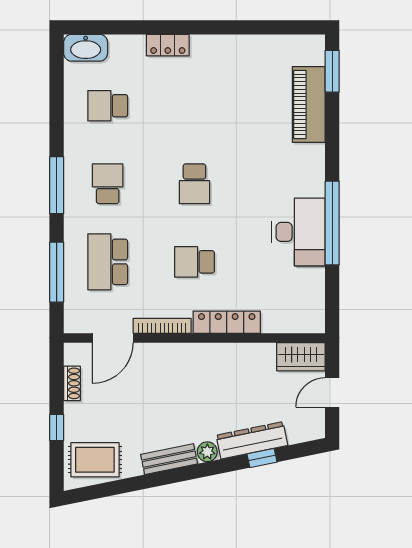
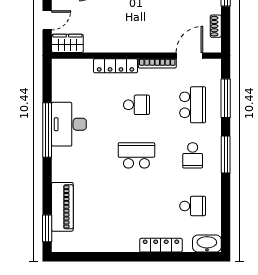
locker: (168, 45) -> (161, 245), width x1.53
school desk: (194, 184) -> (136, 155), width x1.85

